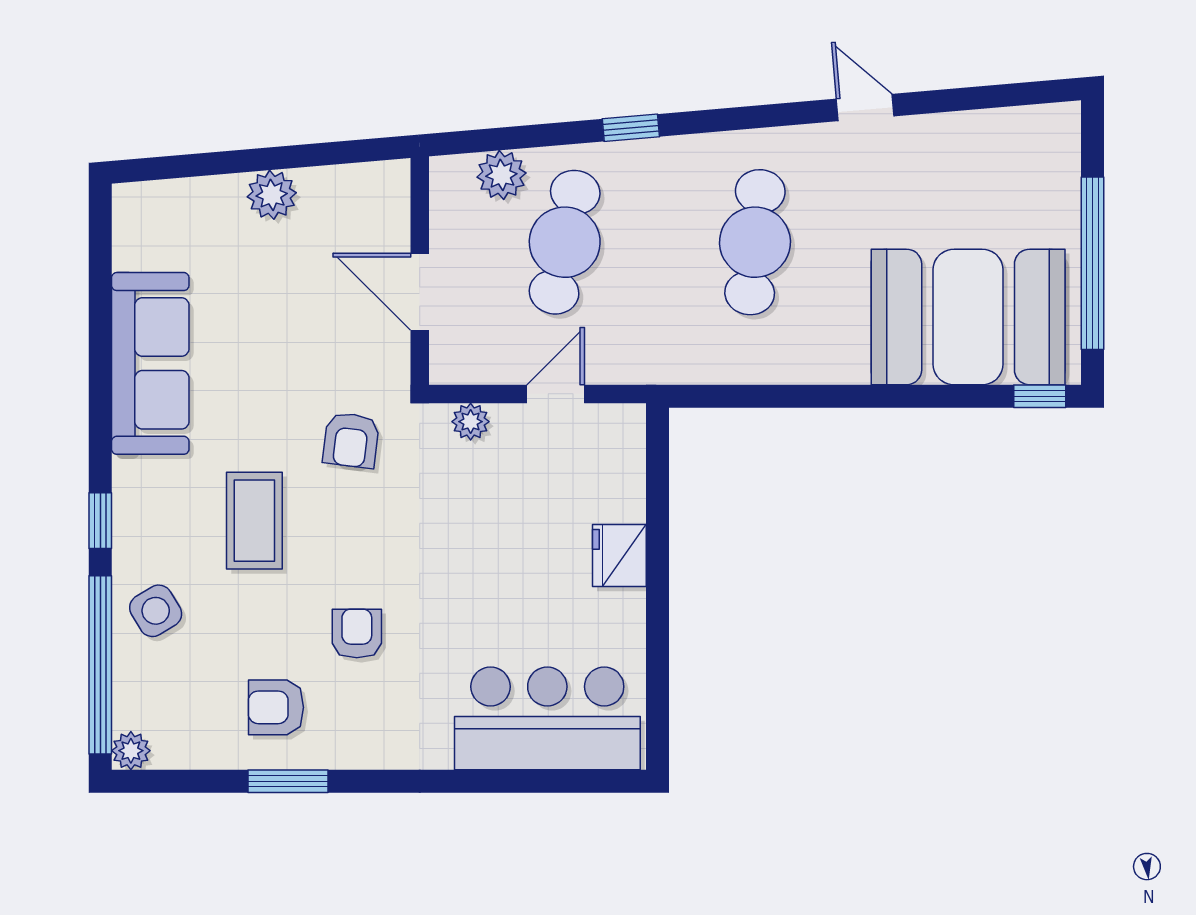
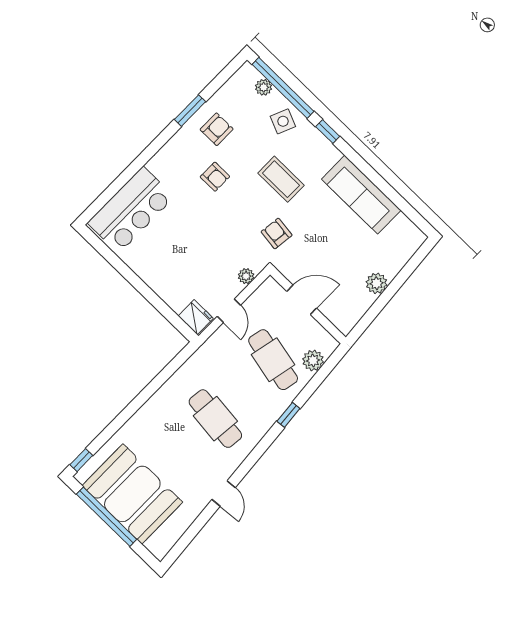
door: (865, 108) -> (224, 493), hinge flipped
booth: (968, 317) -> (132, 494), moved, turned 90
fridge: (619, 556) -> (196, 317), moved
side table: (156, 611) -> (283, 121), turned -36
plant: (131, 751) -> (264, 87), moved

